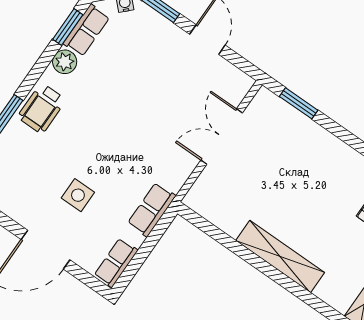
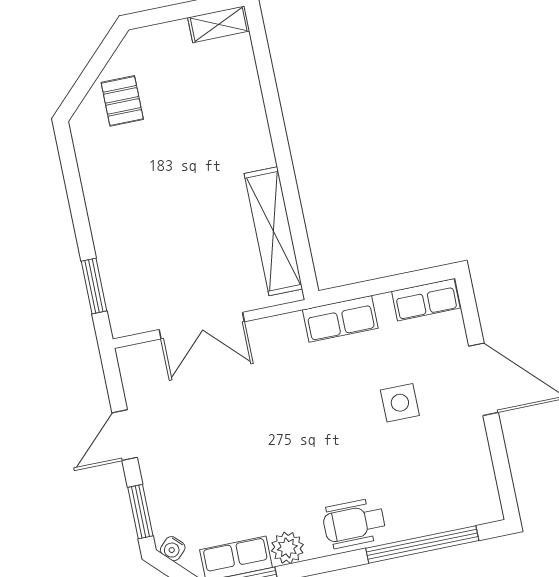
wheelchair: (42, 108) -> (354, 523), turned 180
shelving: (280, 256) -> (273, 231), moved

